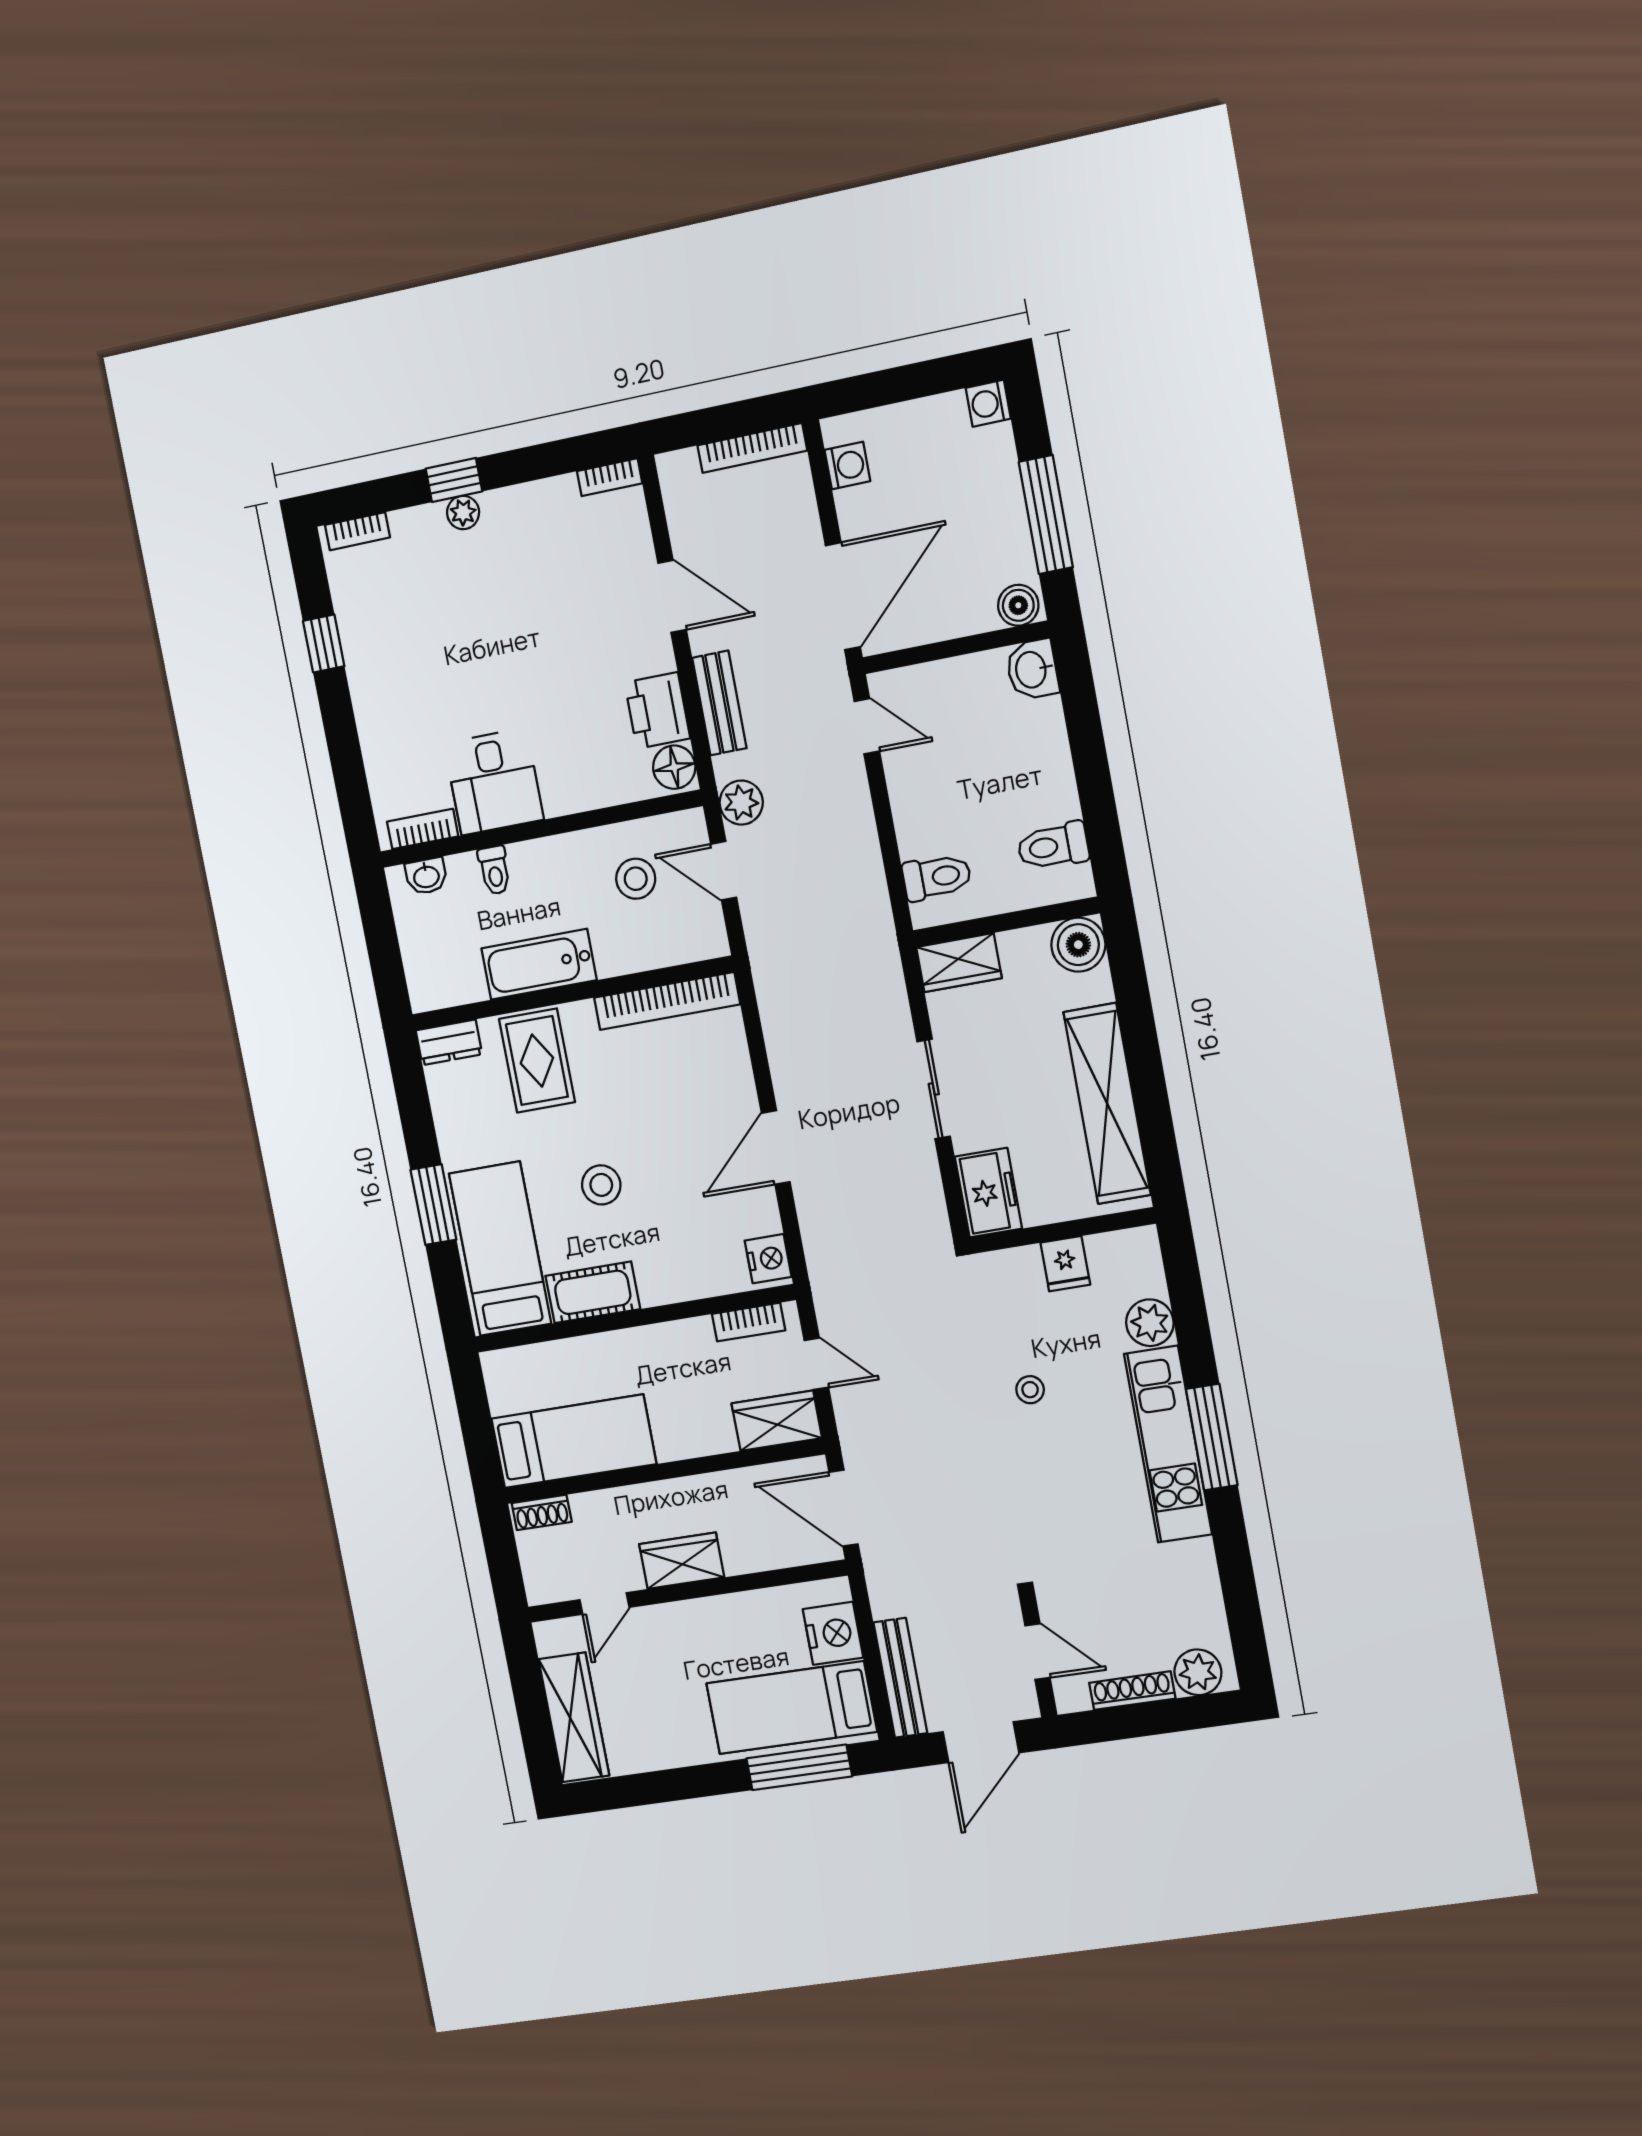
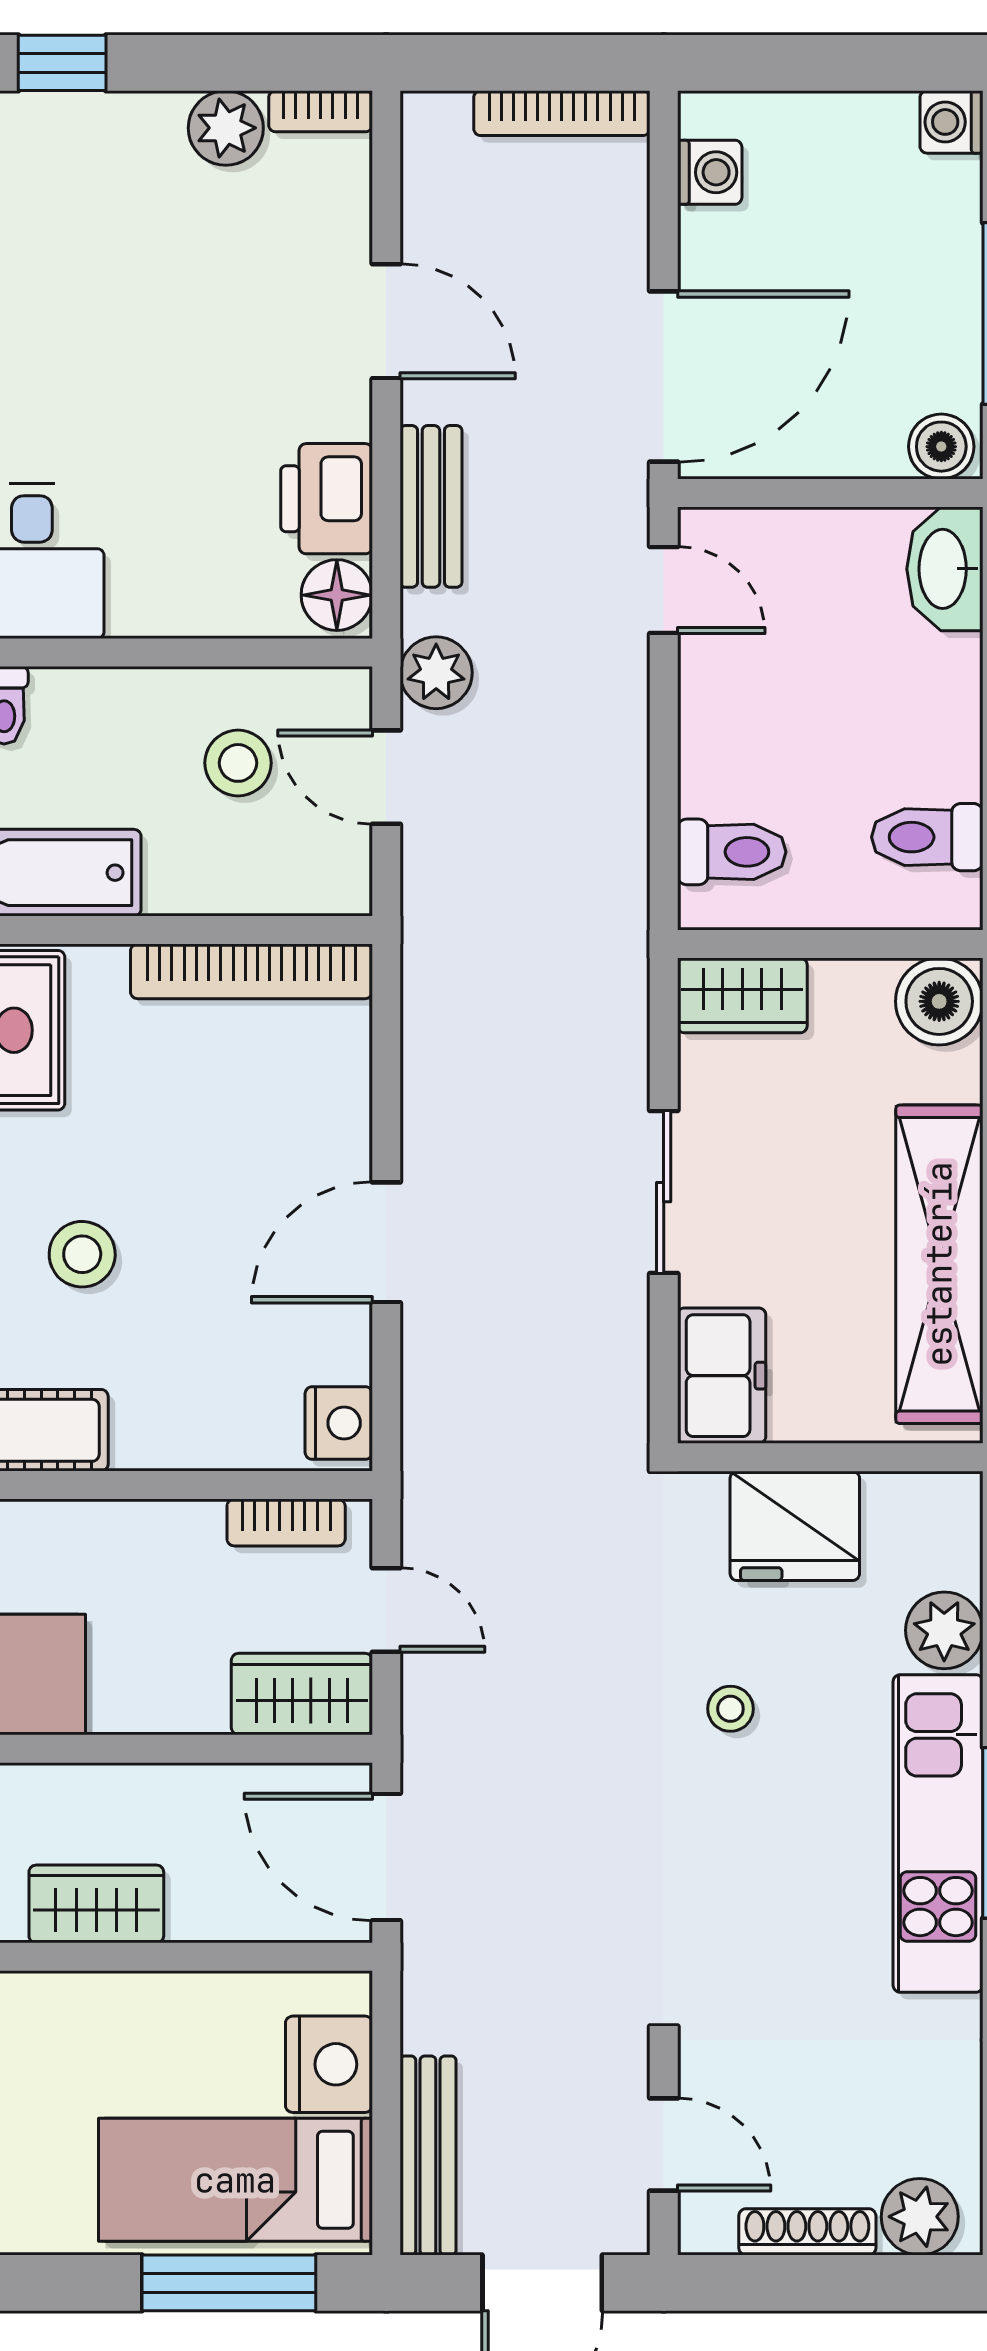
plant: (463, 512) -> (226, 128), moved, width x1.38, depth x1.38
washbasin: (1032, 669) -> (945, 569), width x1.38
fridge: (1065, 1264) -> (795, 1526), width x1.88, depth x1.34

